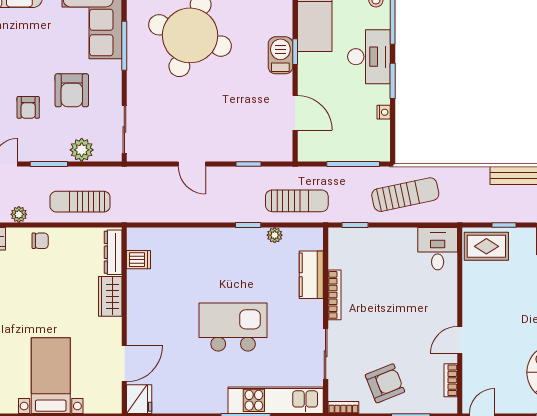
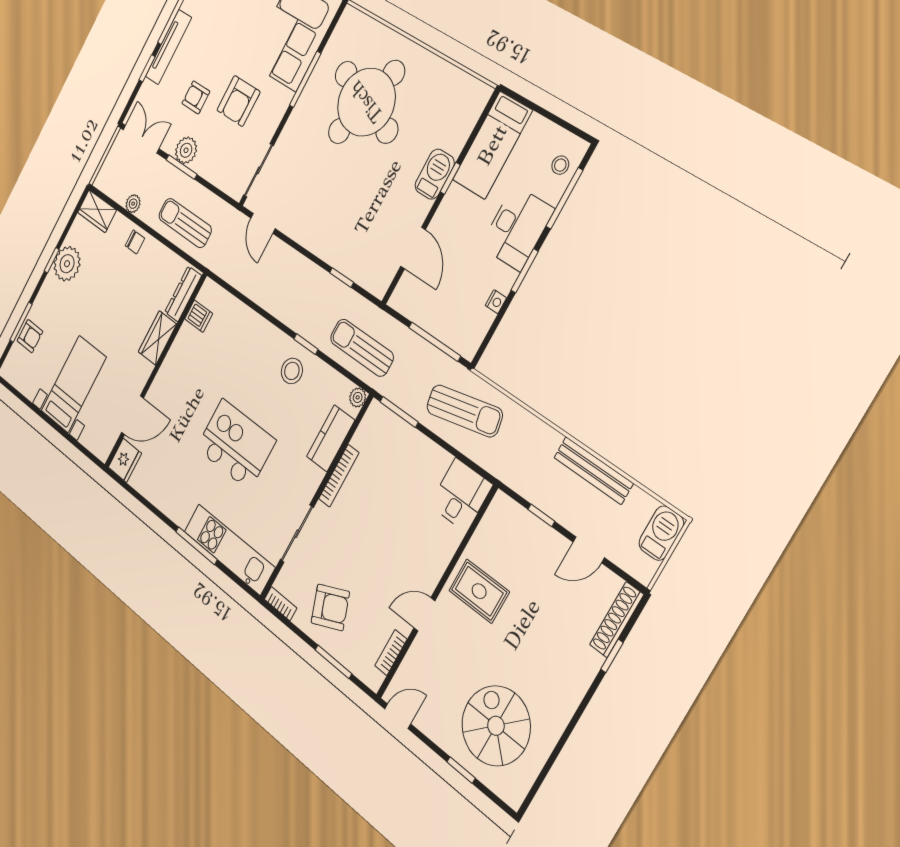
armchair: (28, 107) -> (196, 97), turned 90
plant: (82, 150) -> (186, 150), moved
door: (192, 164) -> (263, 223), moved
sun lounger: (297, 201) -> (362, 348), turned 180
window: (355, 225) -> (399, 412), width x1.50
plant: (275, 235) -> (358, 397), moved
rug: (486, 246) -> (479, 591), moved
stool: (248, 250) -> (292, 371), added

